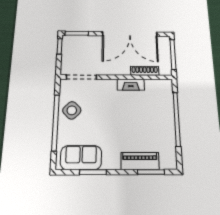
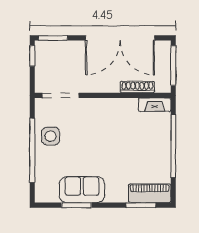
fireplace: (131, 85) -> (155, 105), moved
side table: (72, 110) -> (51, 136), turned 45
sofa: (81, 158) -> (82, 190), moved
piano: (140, 161) -> (150, 193), moved

